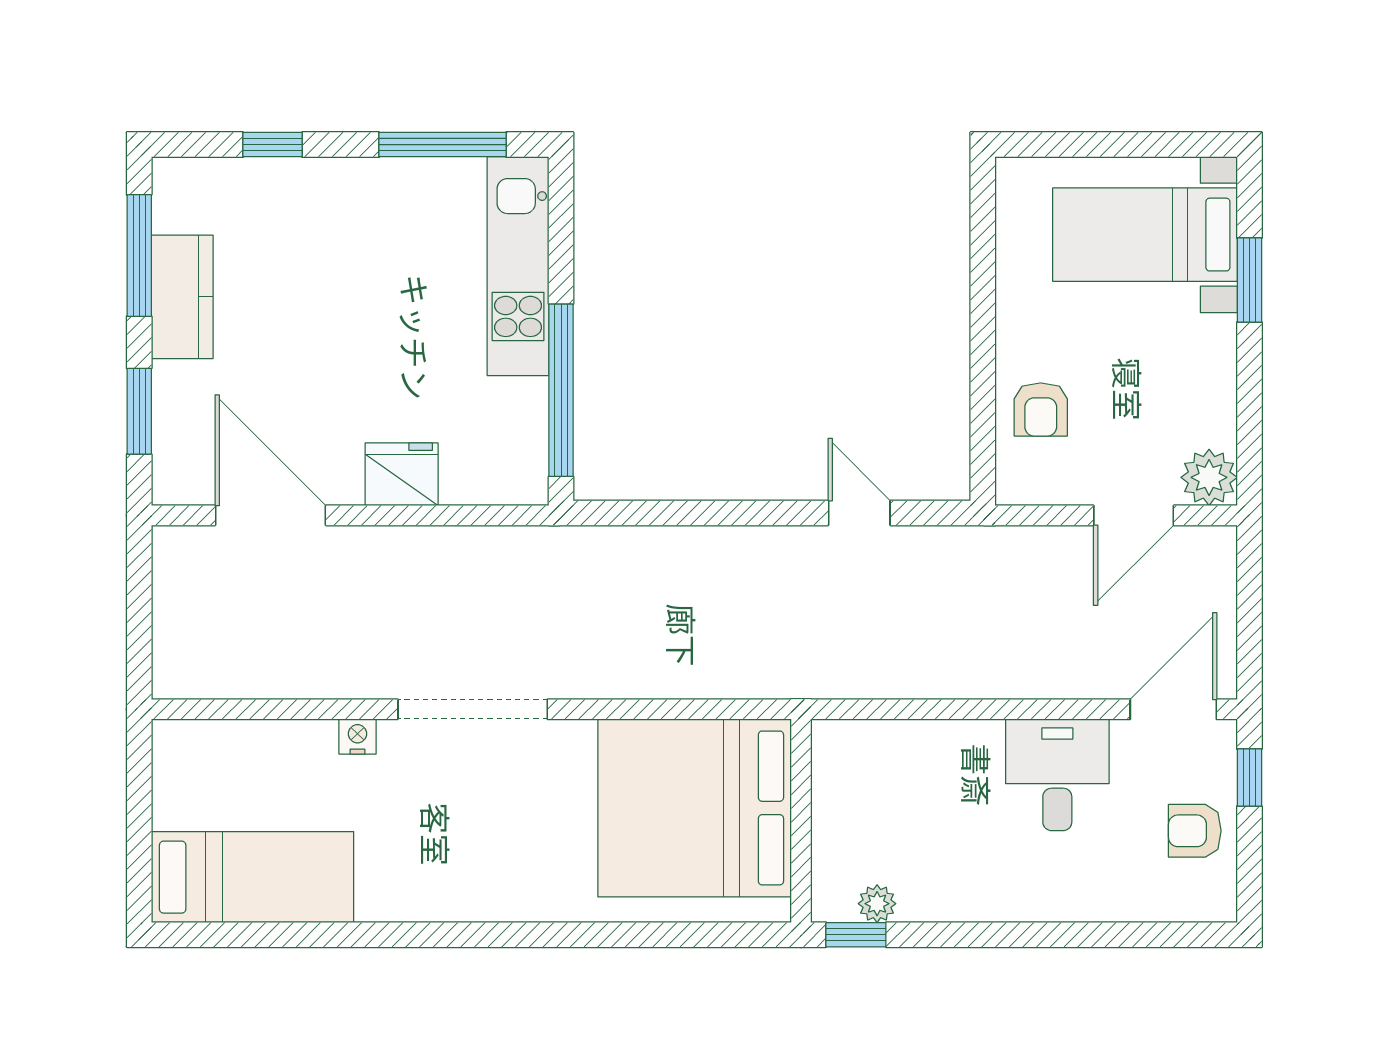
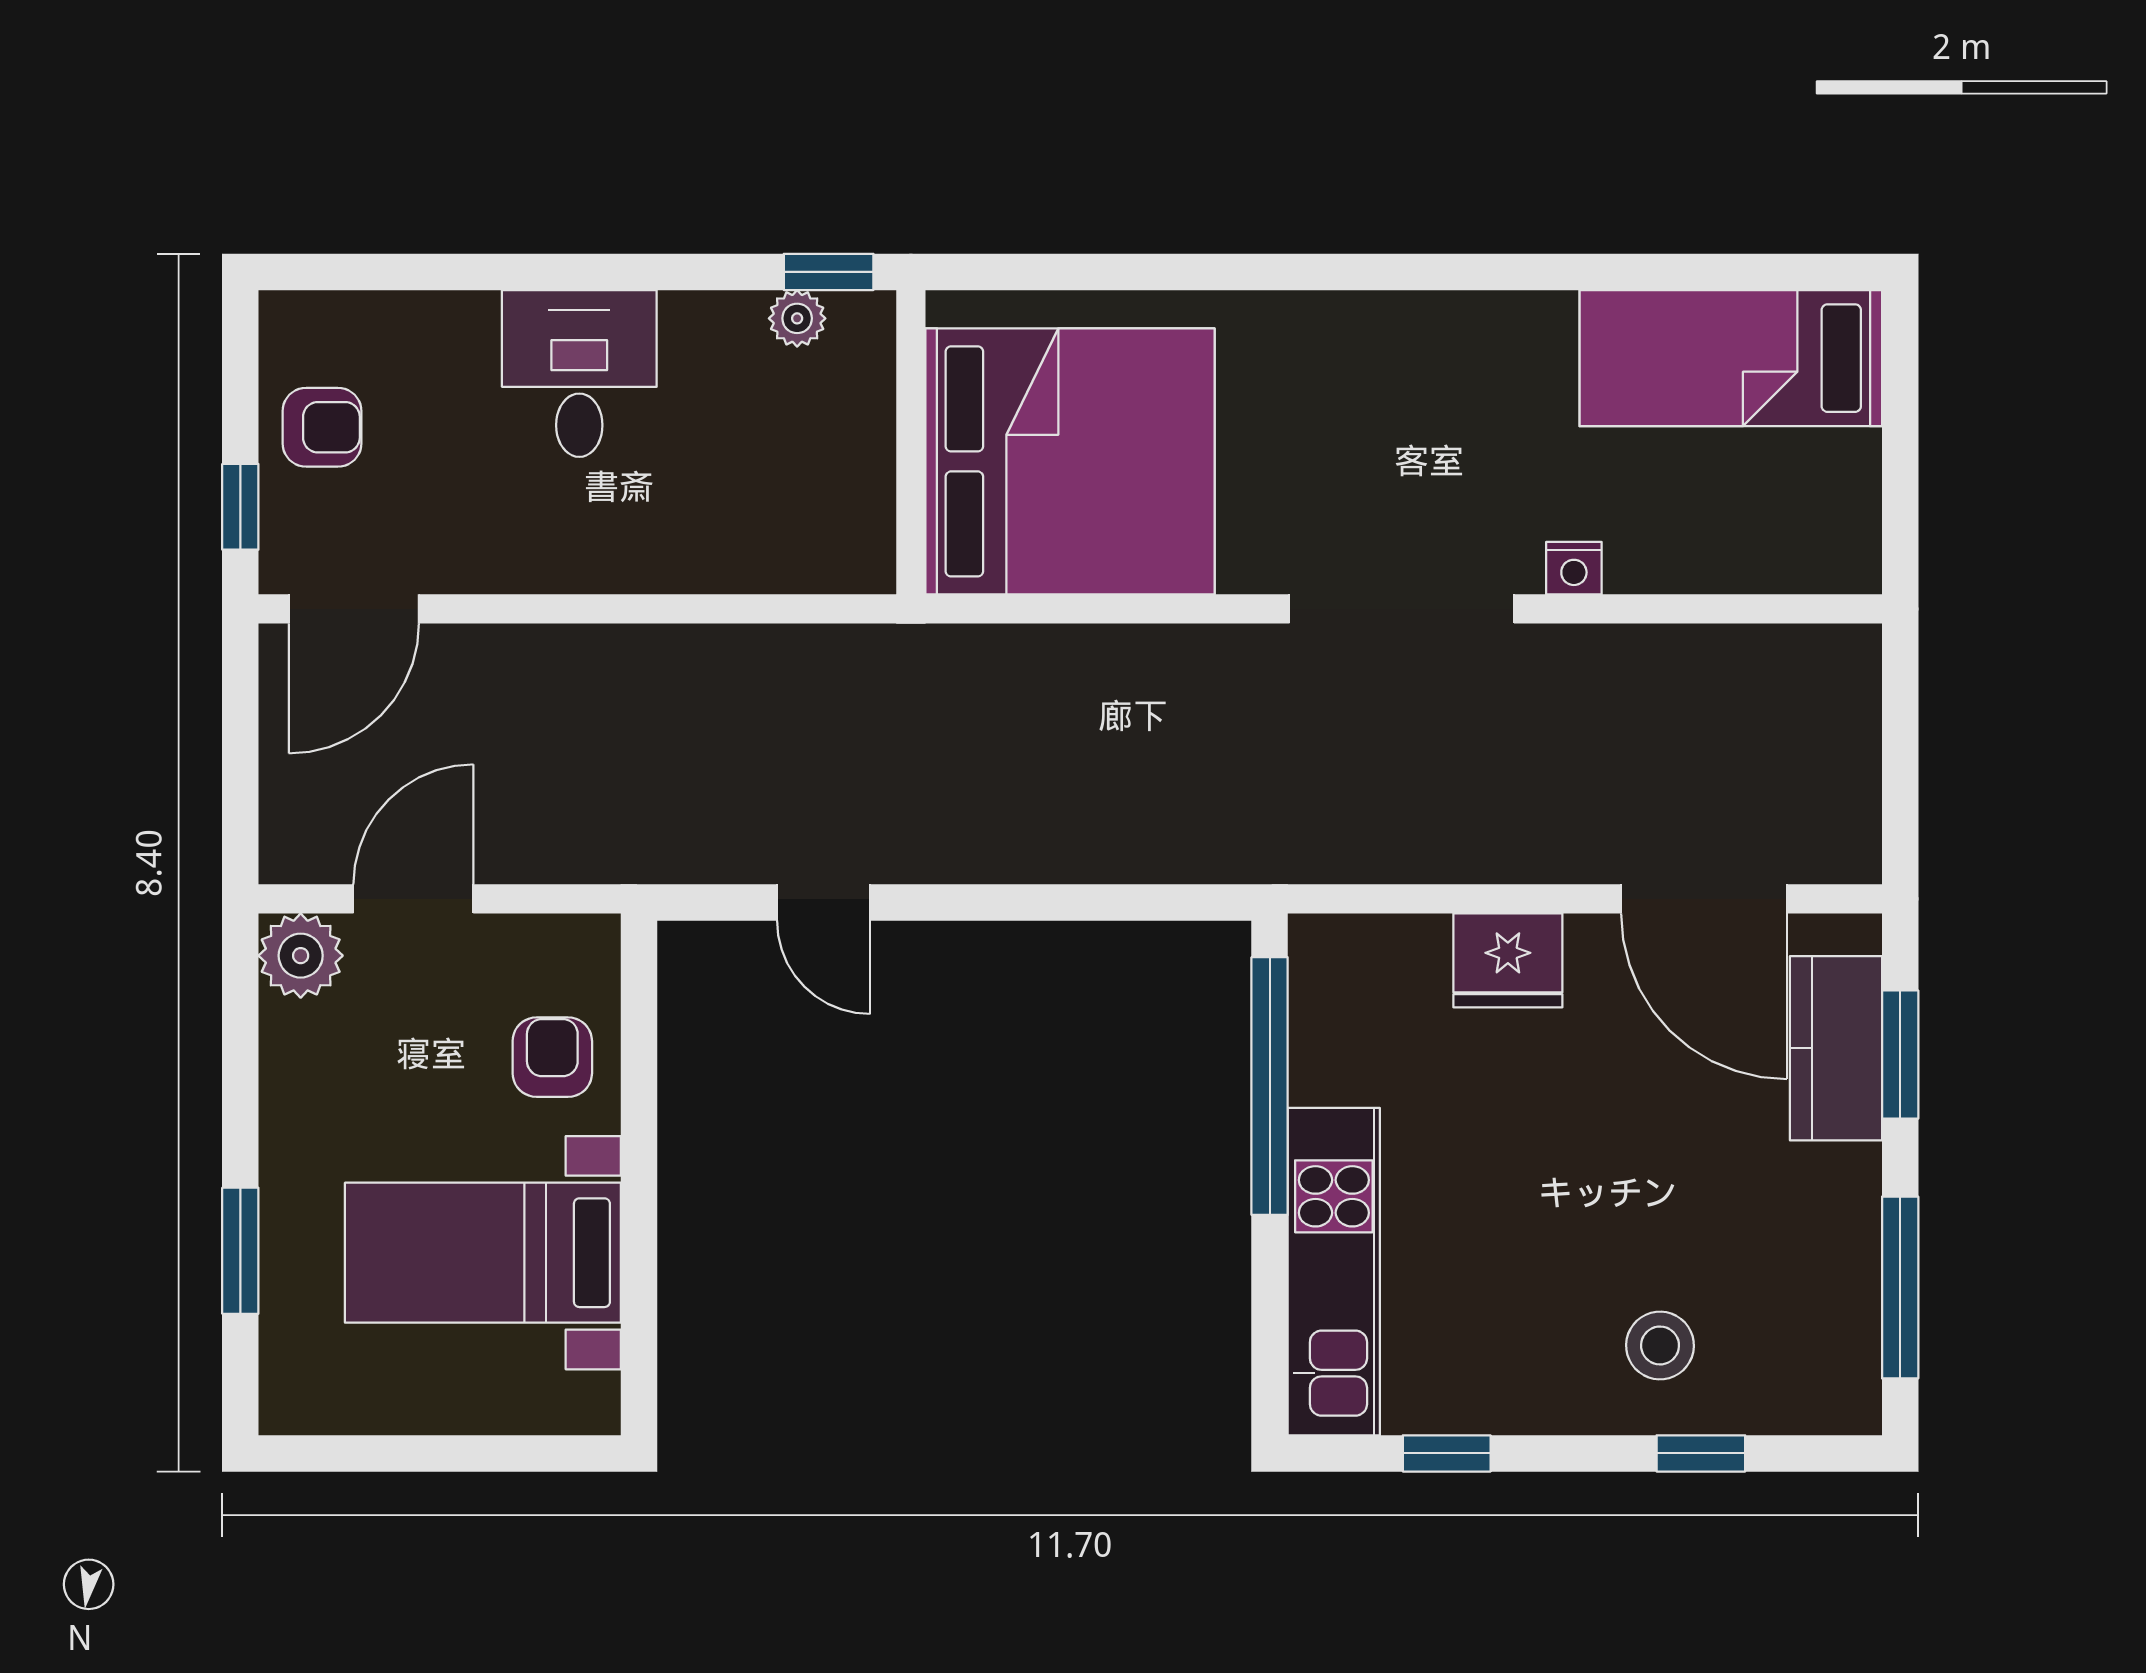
window: (443, 145) -> (1447, 1453), width x0.46
stool: (300, 217) -> (1660, 1345), added
bed with nightstands: (1145, 235) -> (483, 1253), moved, turned 180
kitchen counter: (182, 297) -> (1836, 1048), moved
desk: (1057, 775) -> (579, 373), moved, turned 180

